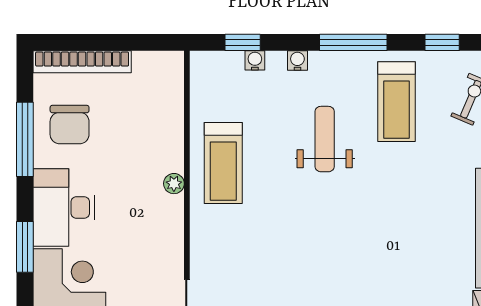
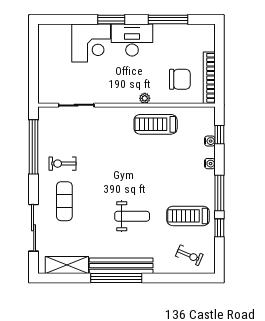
window: (442, 42) -> (219, 228), moved
bookcase: (82, 62) -> (209, 78), moved
chair: (70, 125) -> (180, 79), moved, turned 180
weight bench: (325, 139) -> (132, 216), moved

